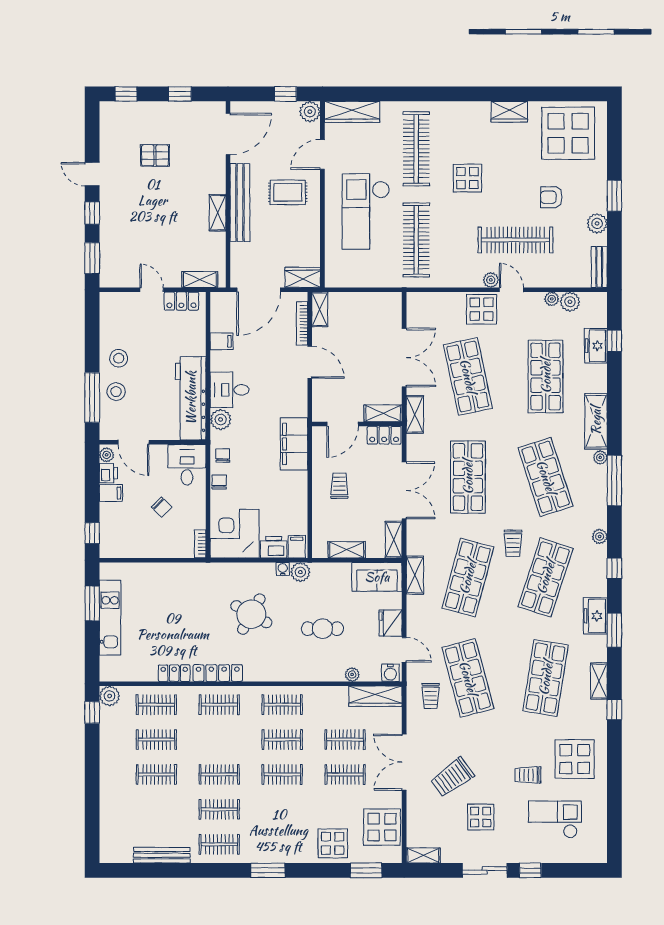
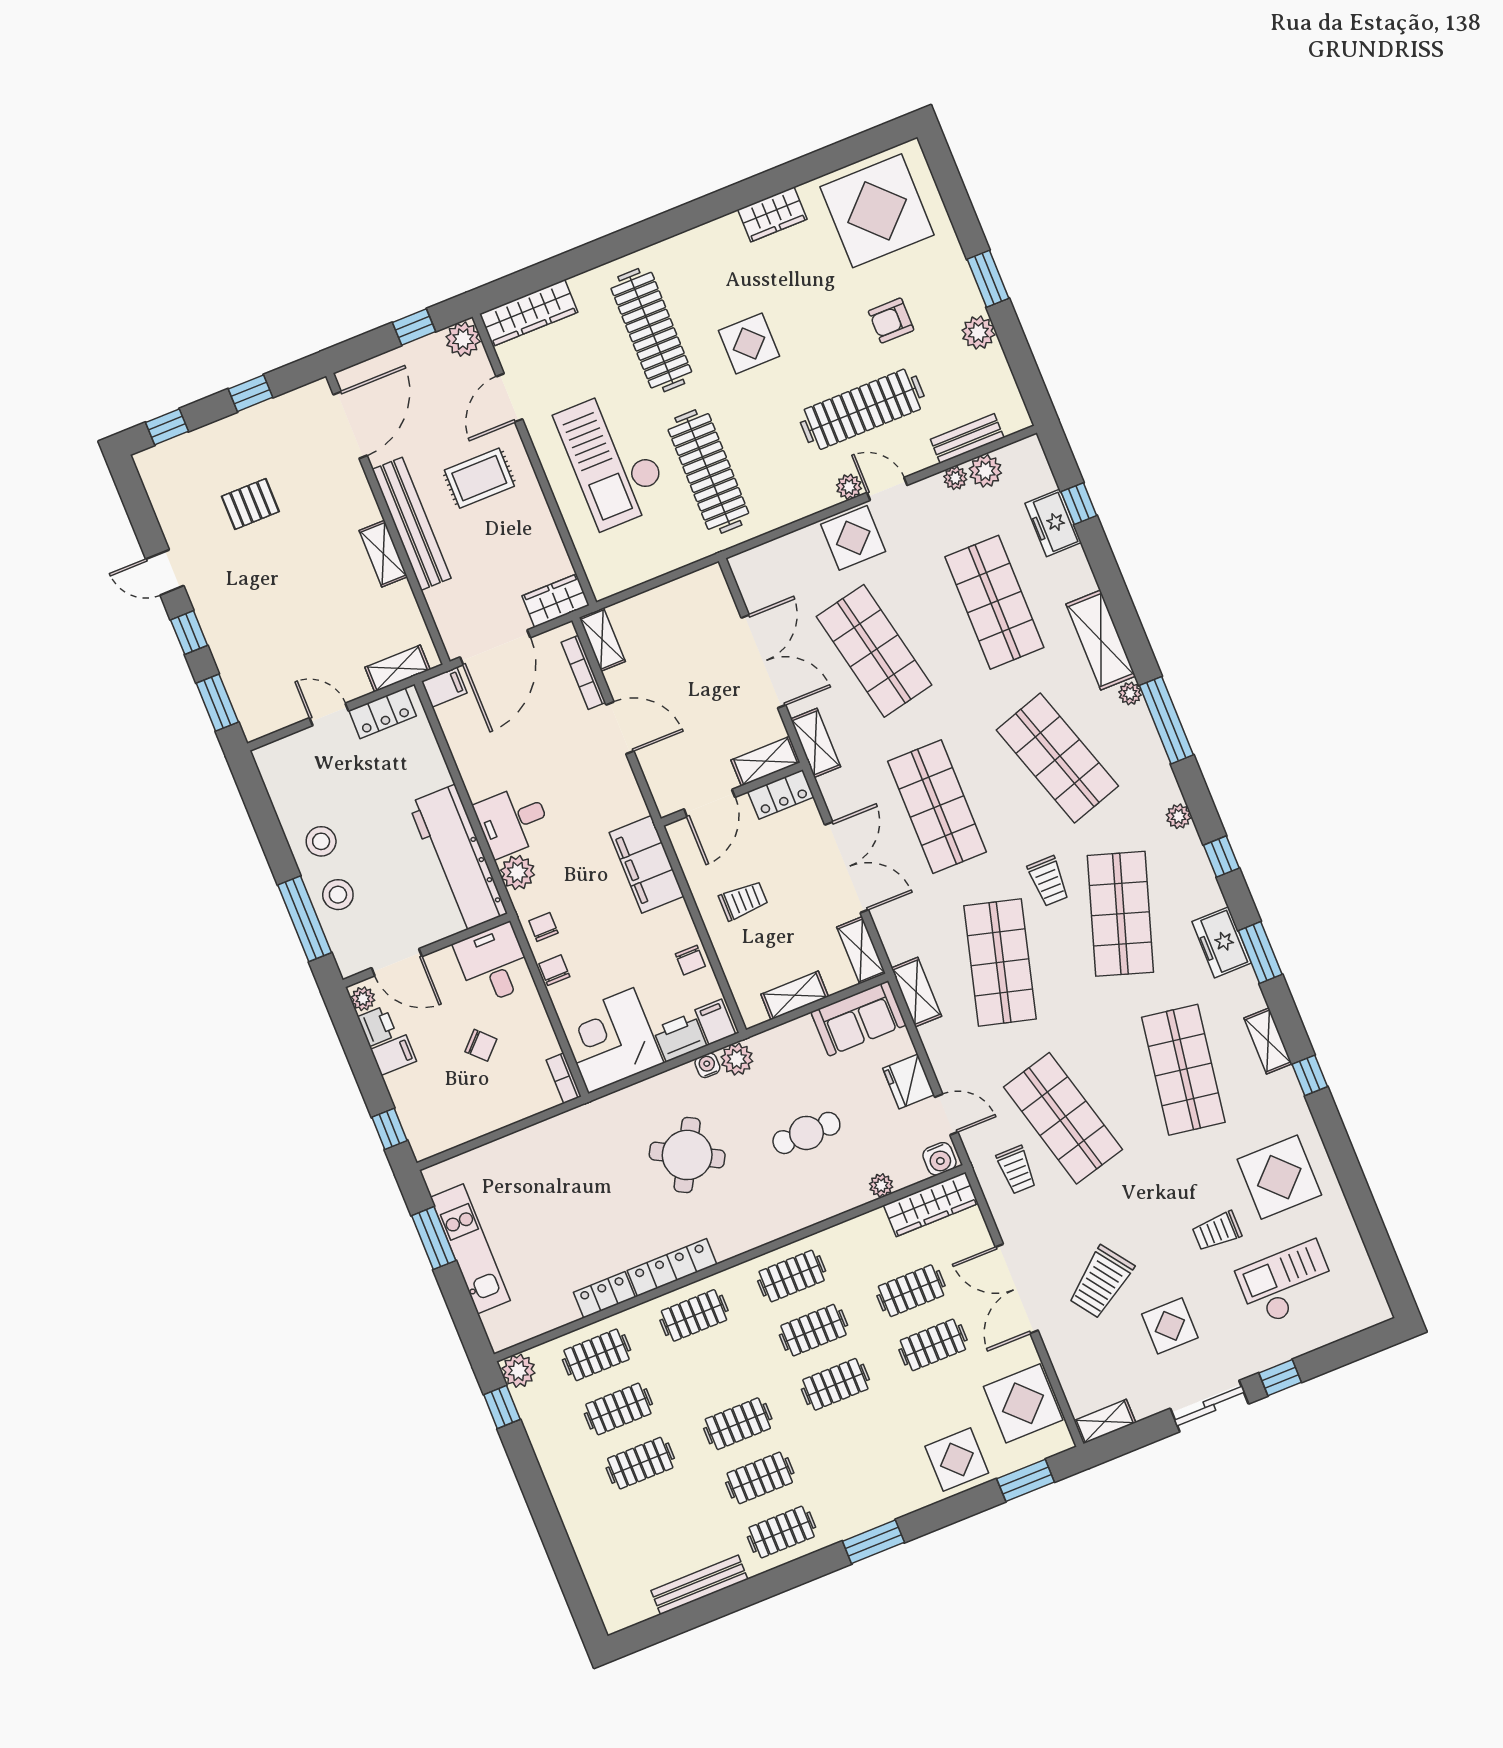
bench: (599, 267) -> (967, 439), moved, turned 90
filing cabinet: (222, 341) -> (444, 687), moved
trolley: (339, 486) -> (743, 901), turned 90
chair: (297, 507) -> (690, 960), added

